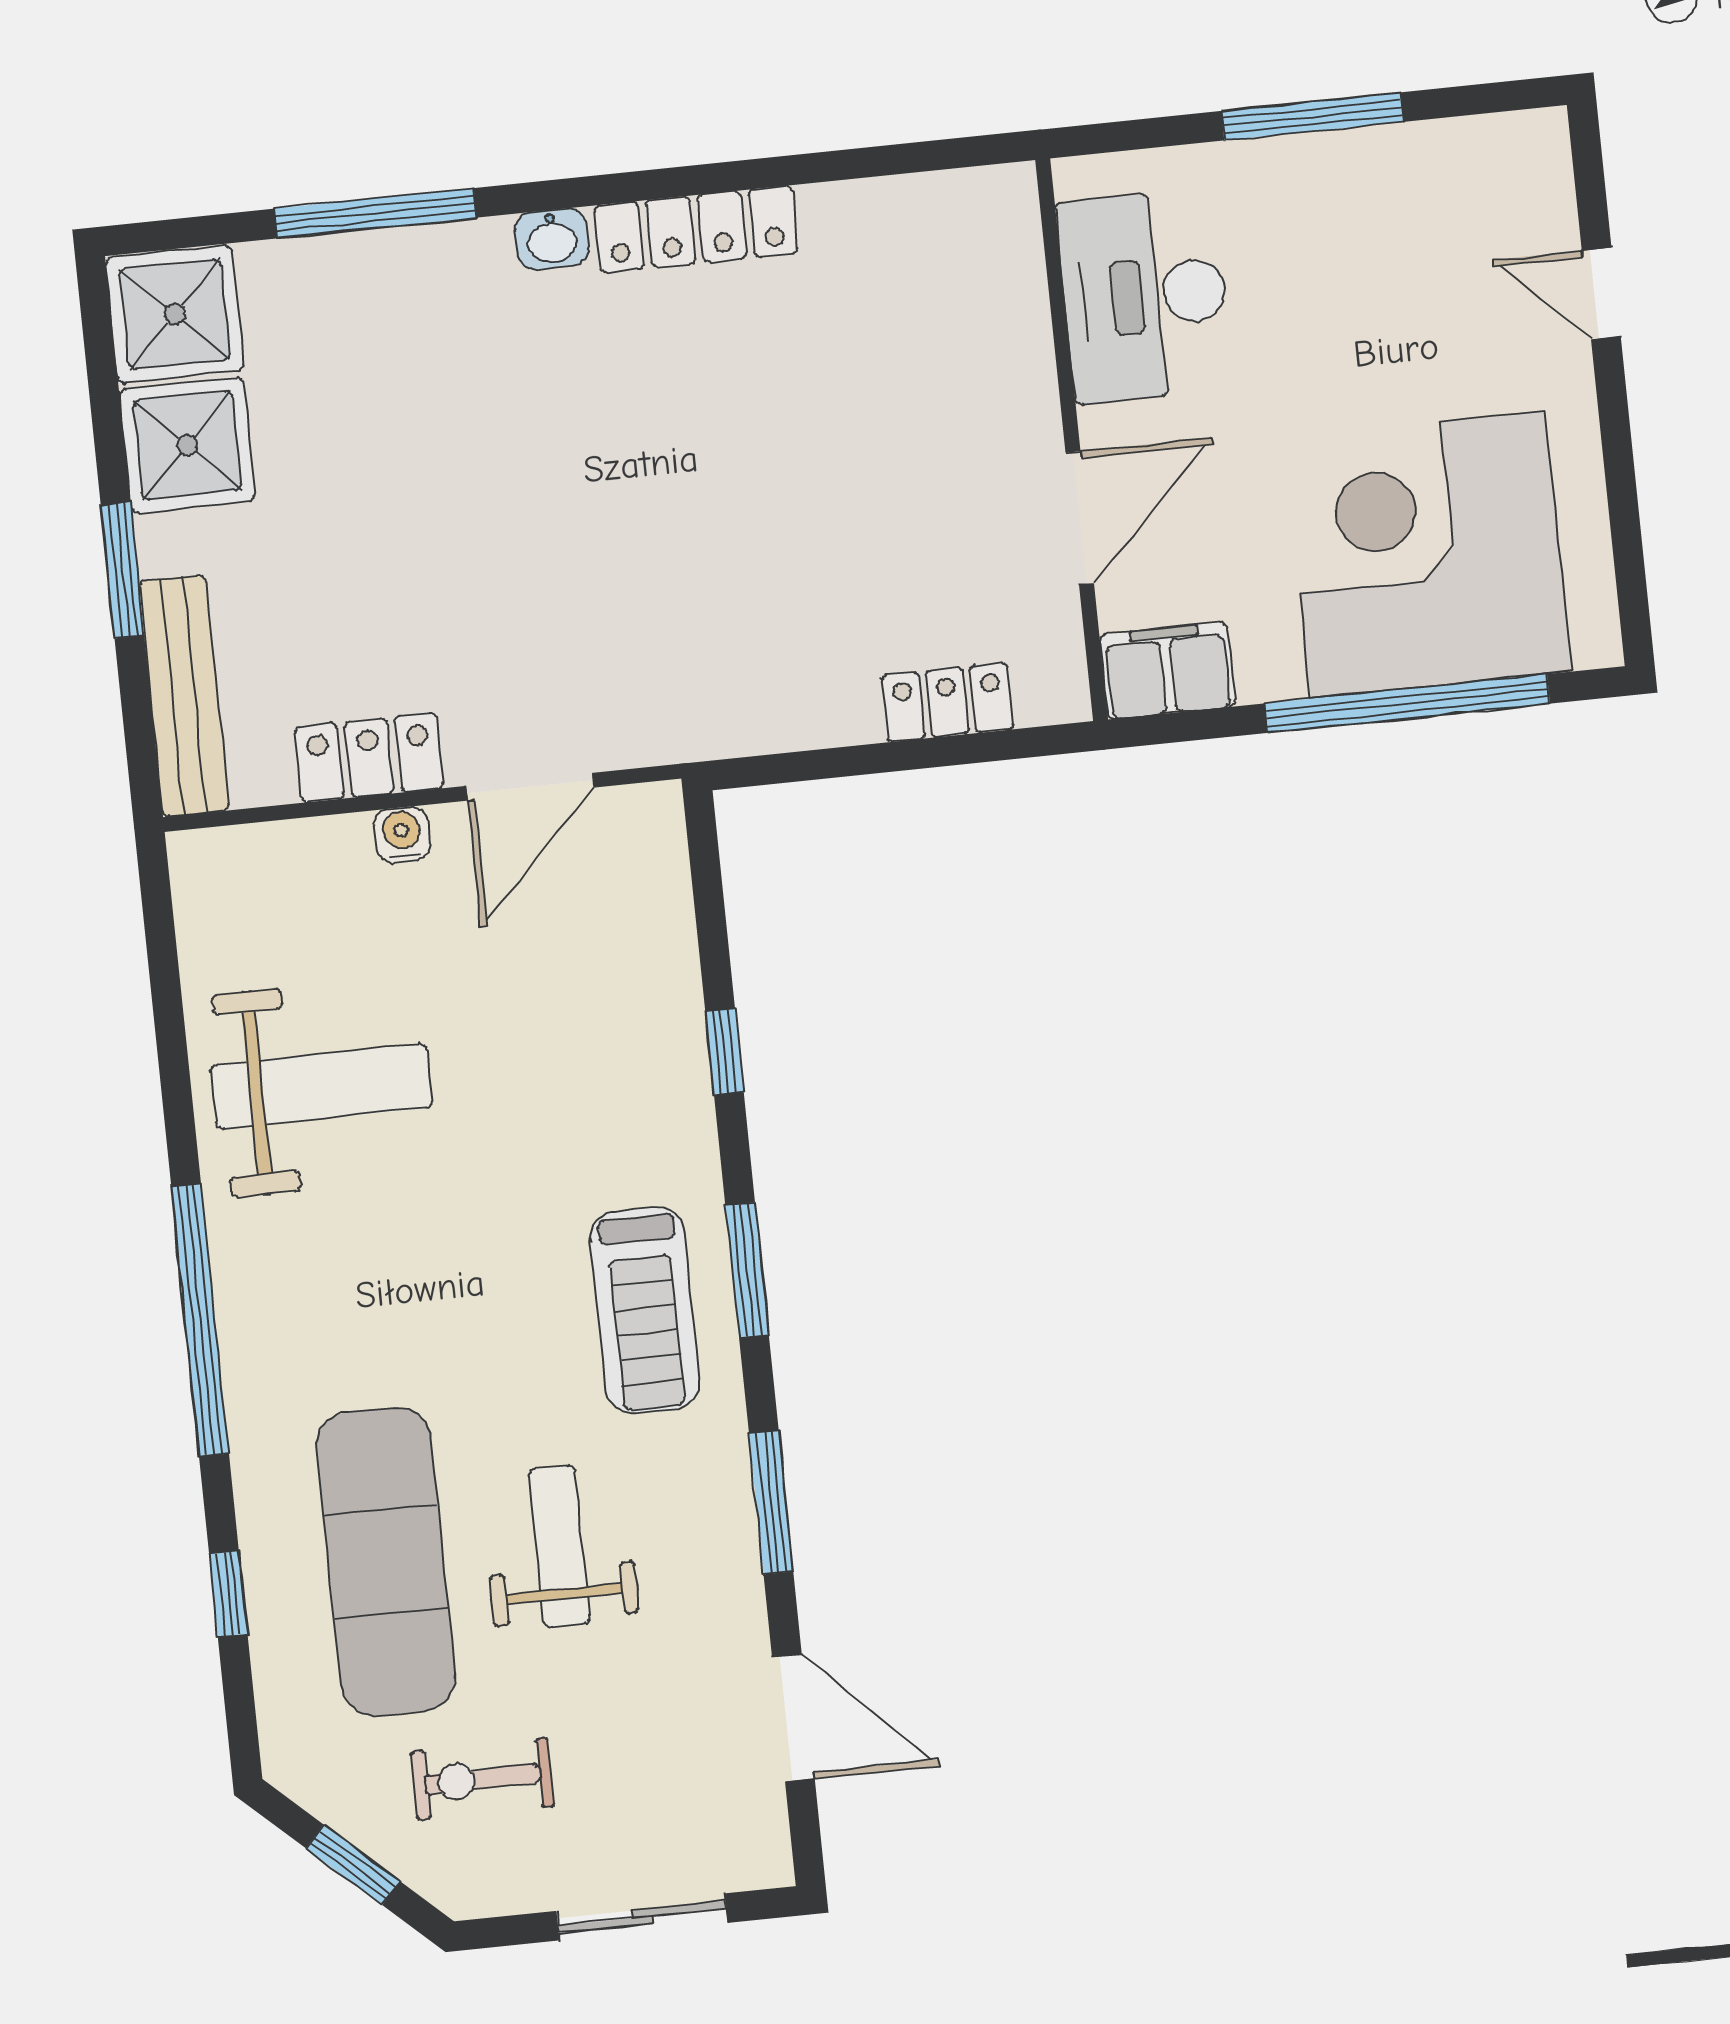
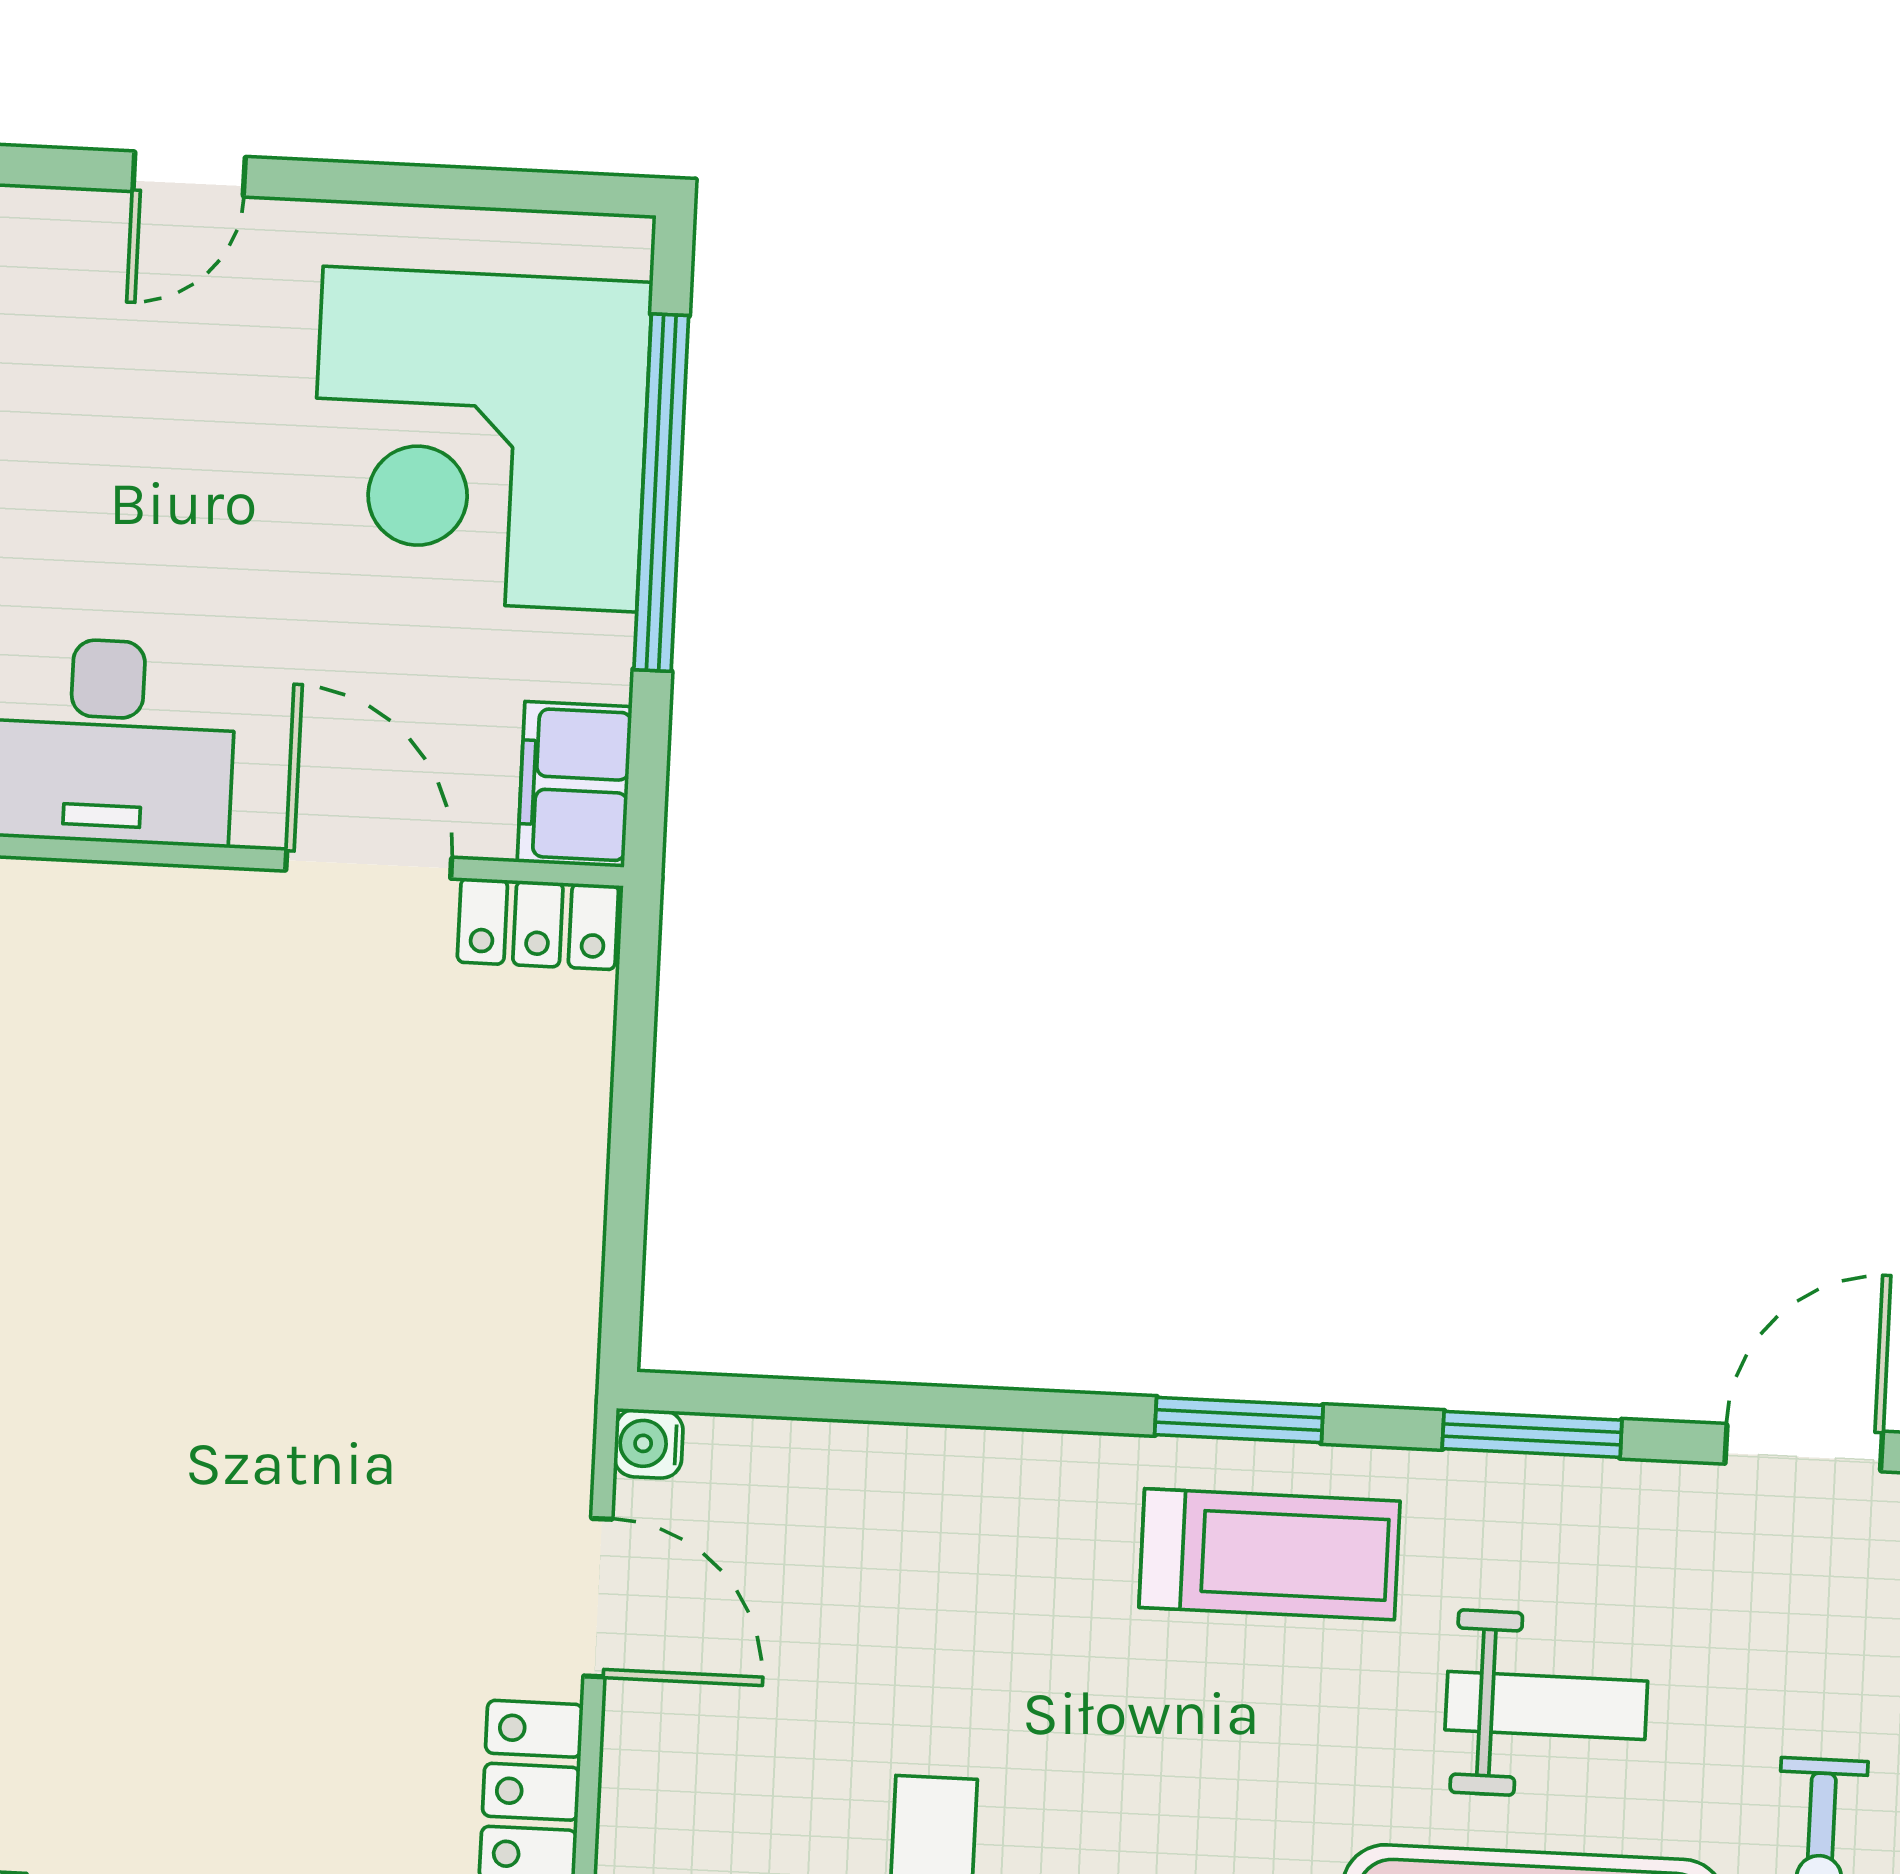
locker: (948, 702) -> (538, 924), moved, turned -90
water cooler: (402, 834) -> (649, 1444), moved
window: (724, 1052) -> (964, 1407), removed
weight bench: (559, 1546) -> (1546, 1705), turned 180

